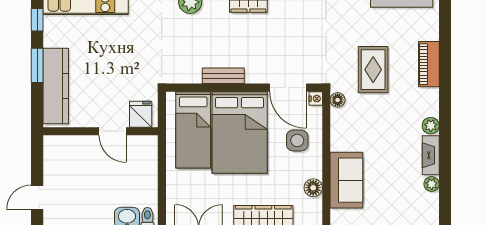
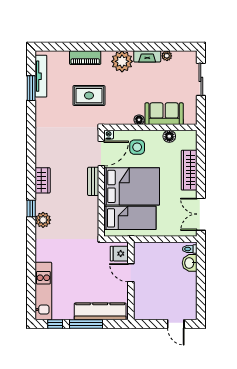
window: (37, 65) -> (86, 324), width x1.44
bench: (223, 76) -> (93, 181), moved
floor lamp: (338, 100) -> (139, 120), moved
plant: (431, 126) -> (122, 61), width x1.87, depth x1.87
door: (113, 131) -> (131, 273), swing flipped

